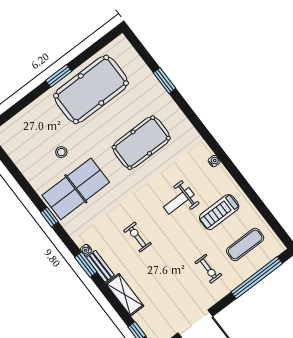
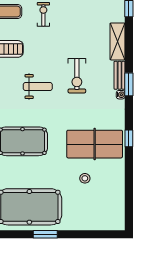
weight bench: (179, 201) -> (38, 87), moved
exercise bike: (137, 237) -> (77, 76), width x1.38, depth x1.39

